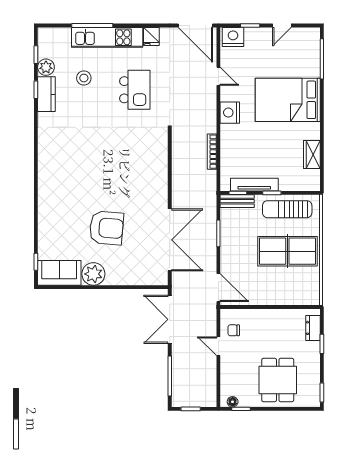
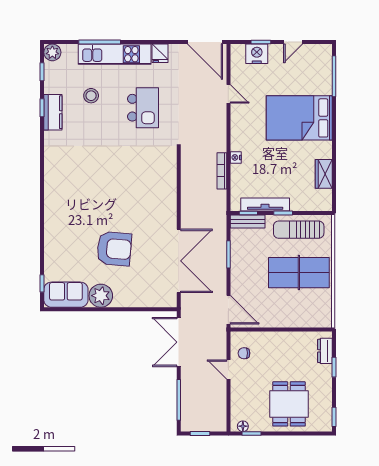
nightstand: (233, 37) -> (257, 54), moved
plant: (46, 67) -> (52, 52), moved
nightstand: (230, 113) -> (236, 157), moved, width x0.53, depth x0.56

